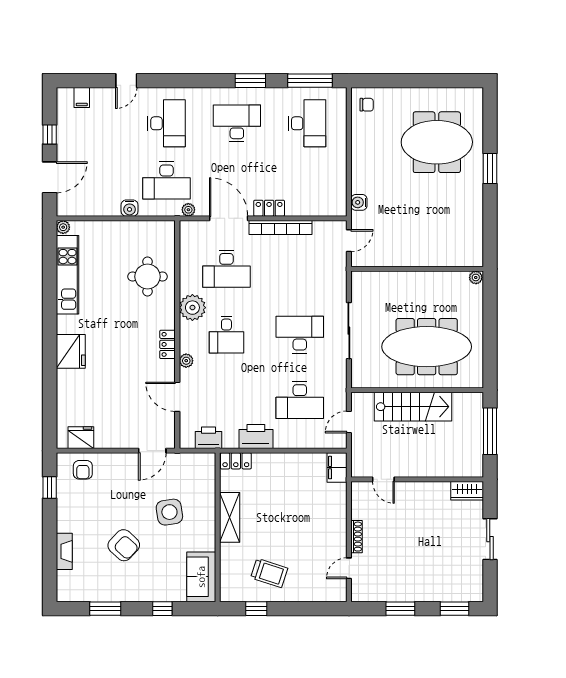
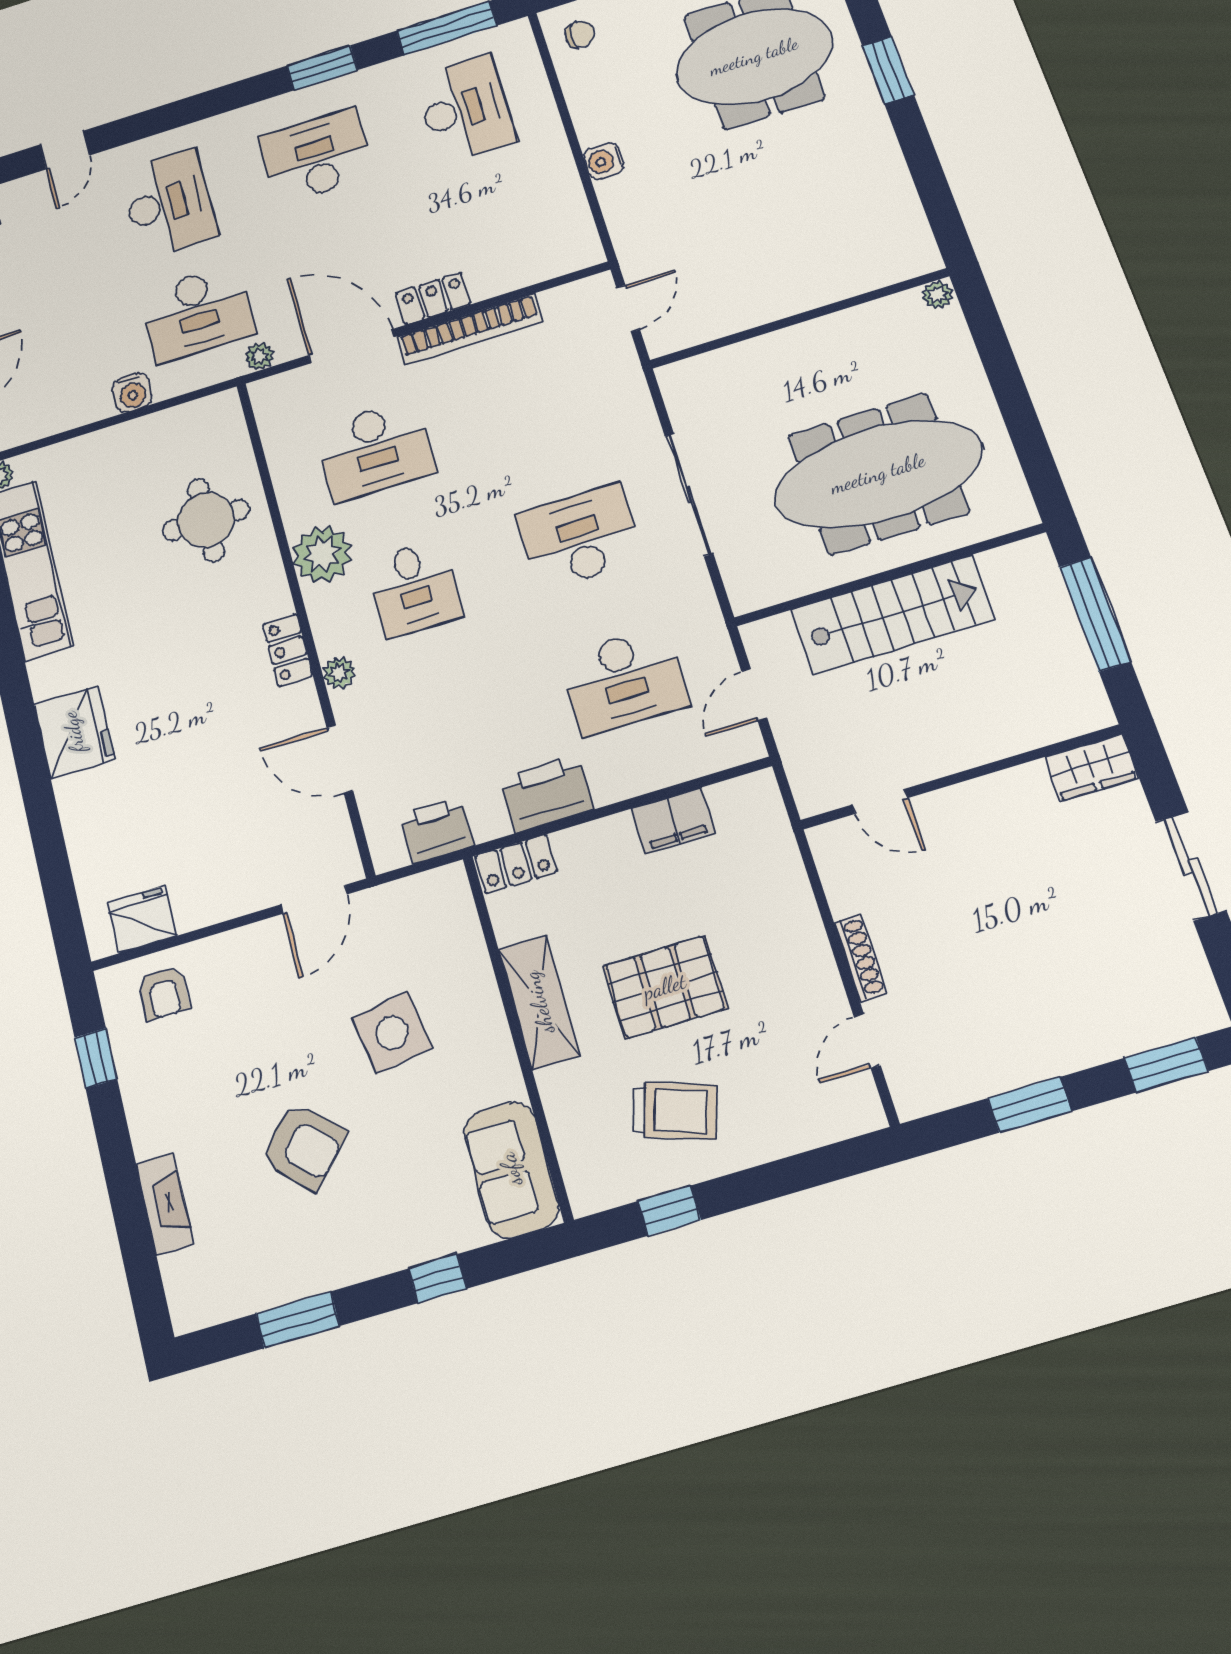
water cooler: (359, 202) -> (604, 161), moved
filing cabinet: (337, 468) -> (674, 821), moved, turned -90
pallet: (279, 526) -> (665, 987), added

